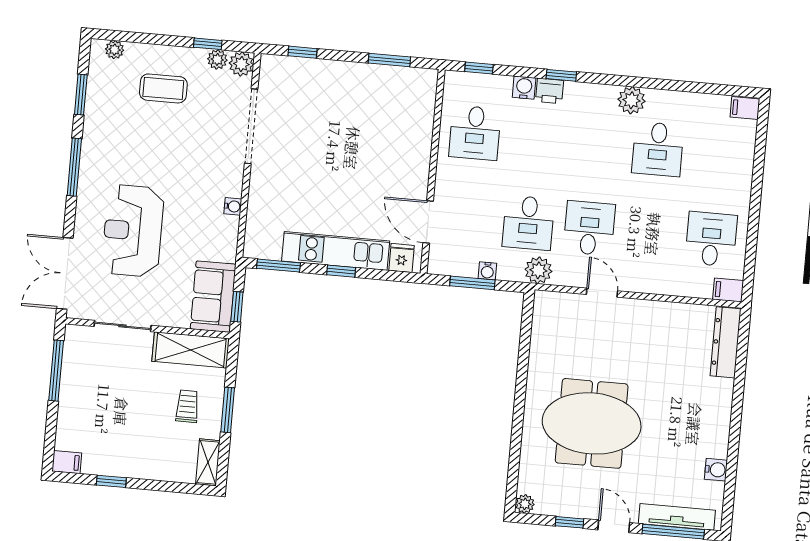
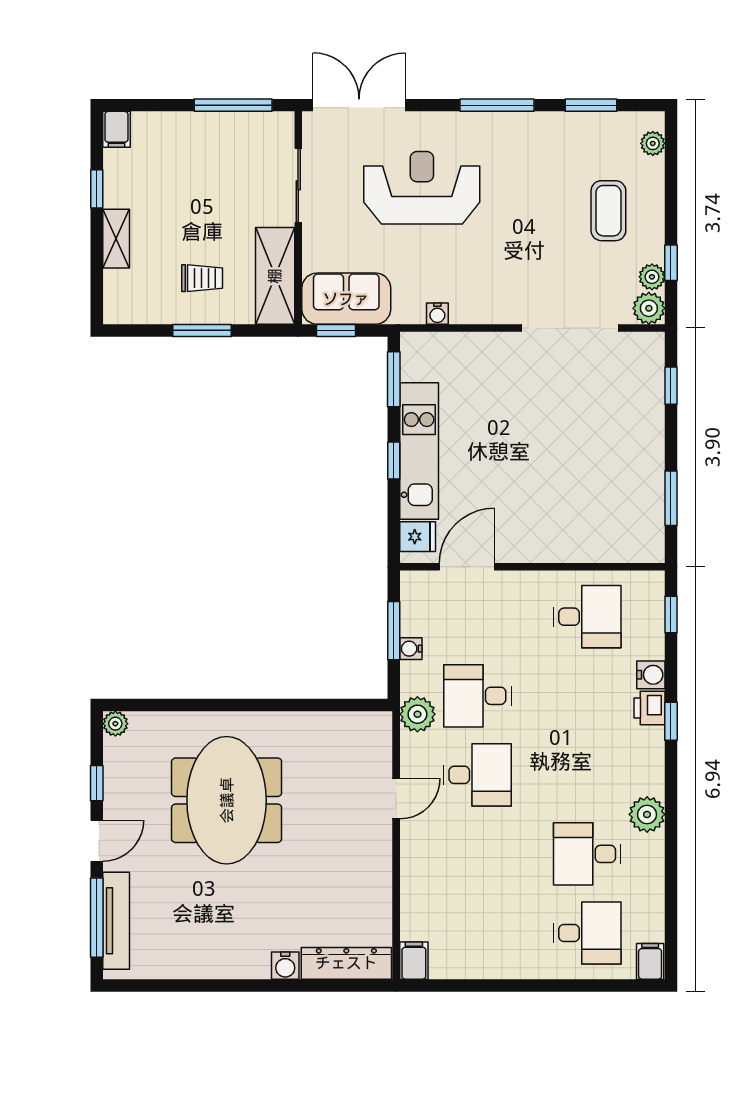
desk: (475, 133) -> (587, 617), turned 180
water cooler: (233, 206) -> (437, 314), moved
desk: (711, 239) -> (587, 933), moved
shelving: (208, 462) -> (116, 239), moved, turned 90
water cooler: (716, 470) -> (285, 966), moved

